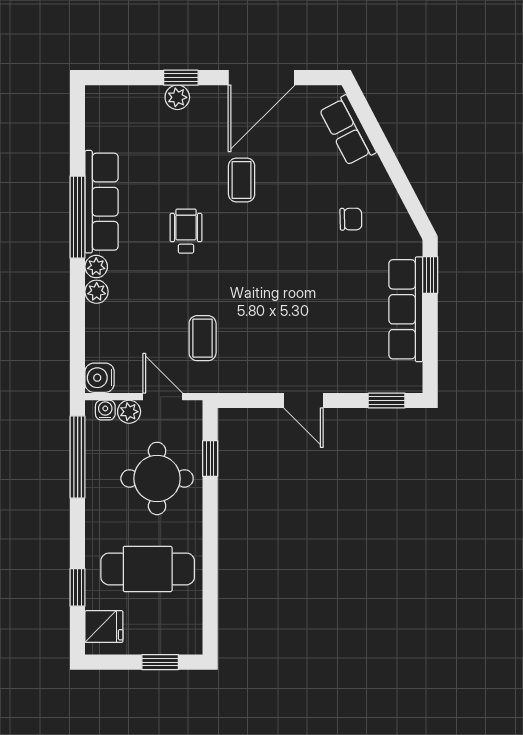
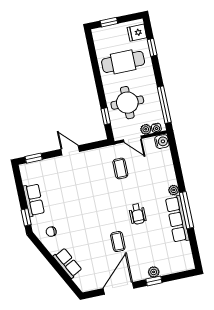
row of seats: (348, 131) -> (67, 263), moved
chair: (351, 219) -> (51, 232), moved
plant: (97, 292) -> (171, 179), removed
row of seats: (406, 309) -> (34, 200), width x0.68

